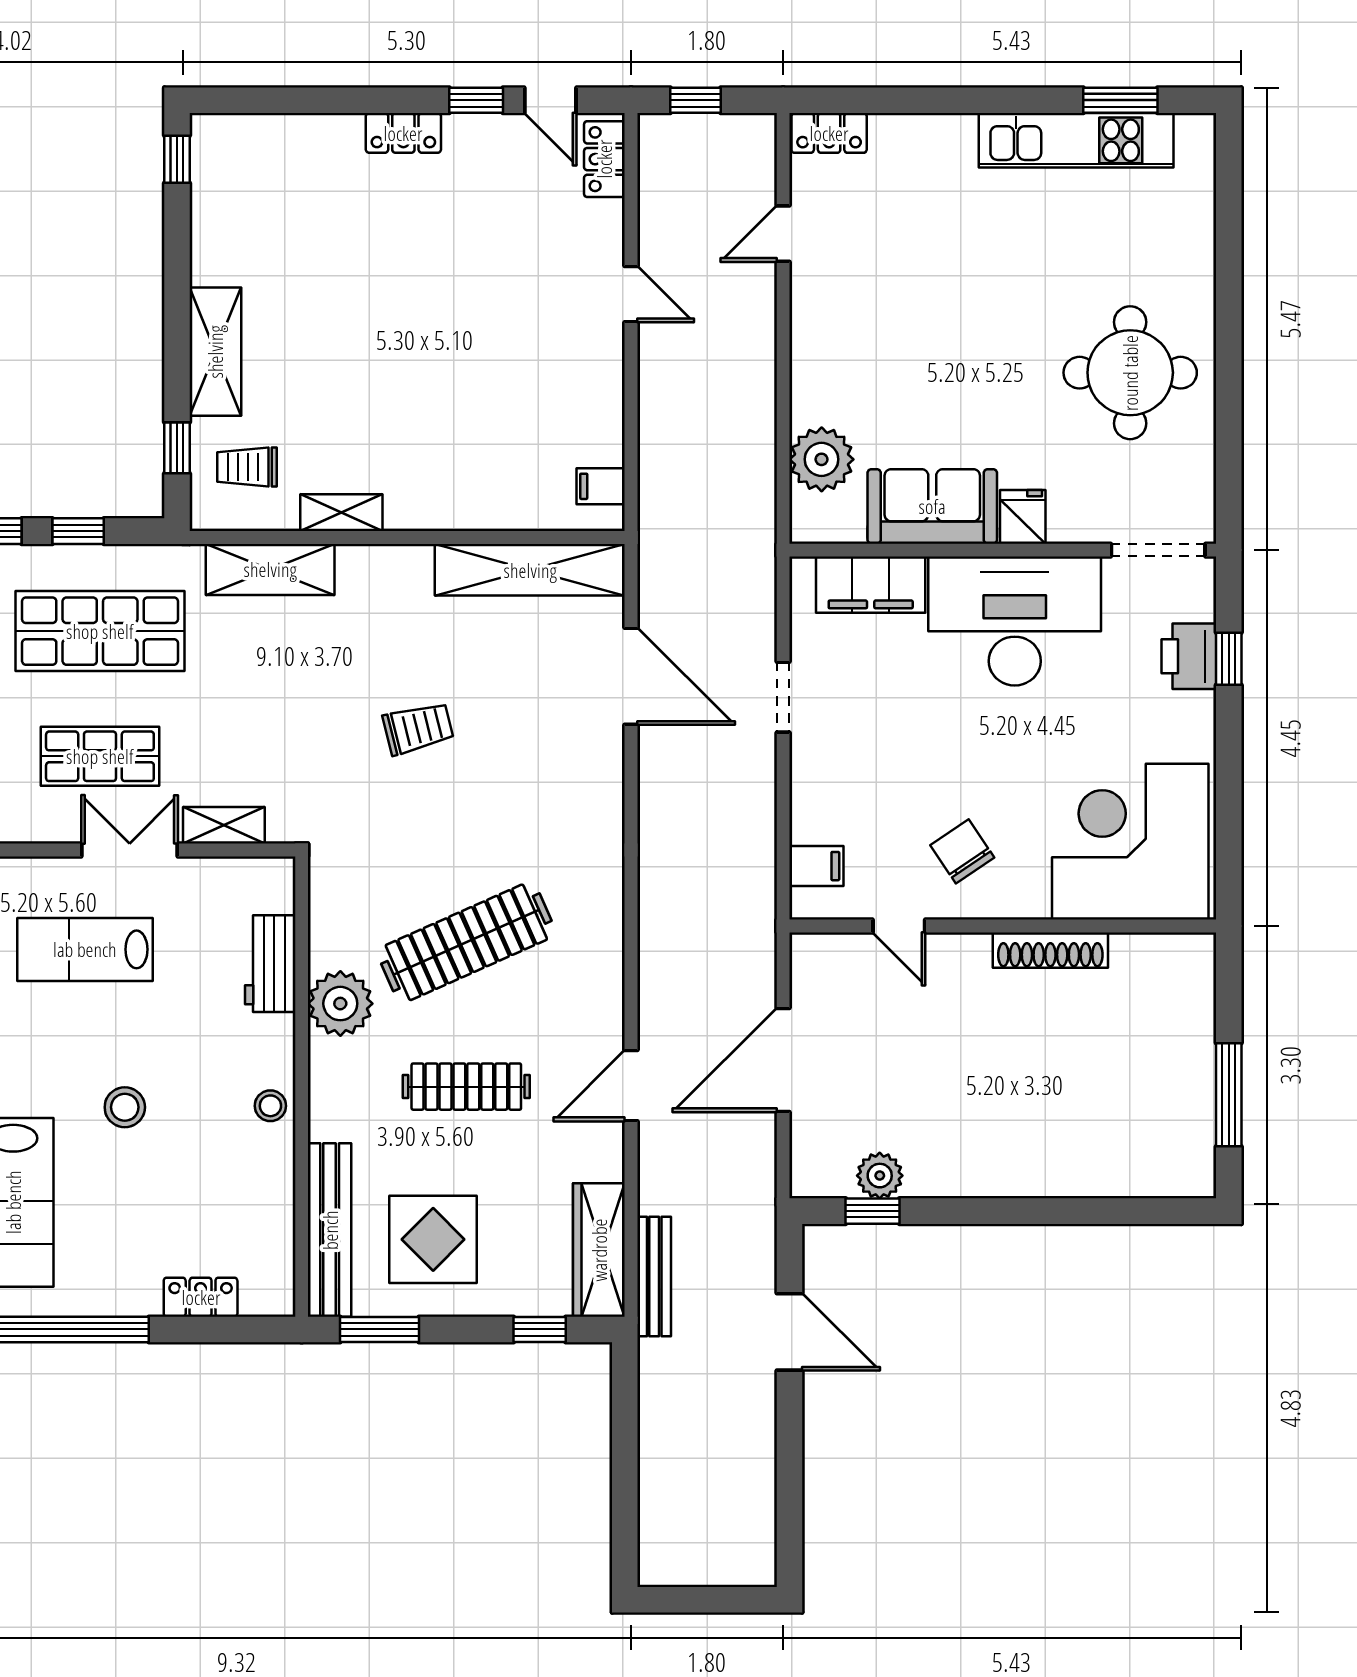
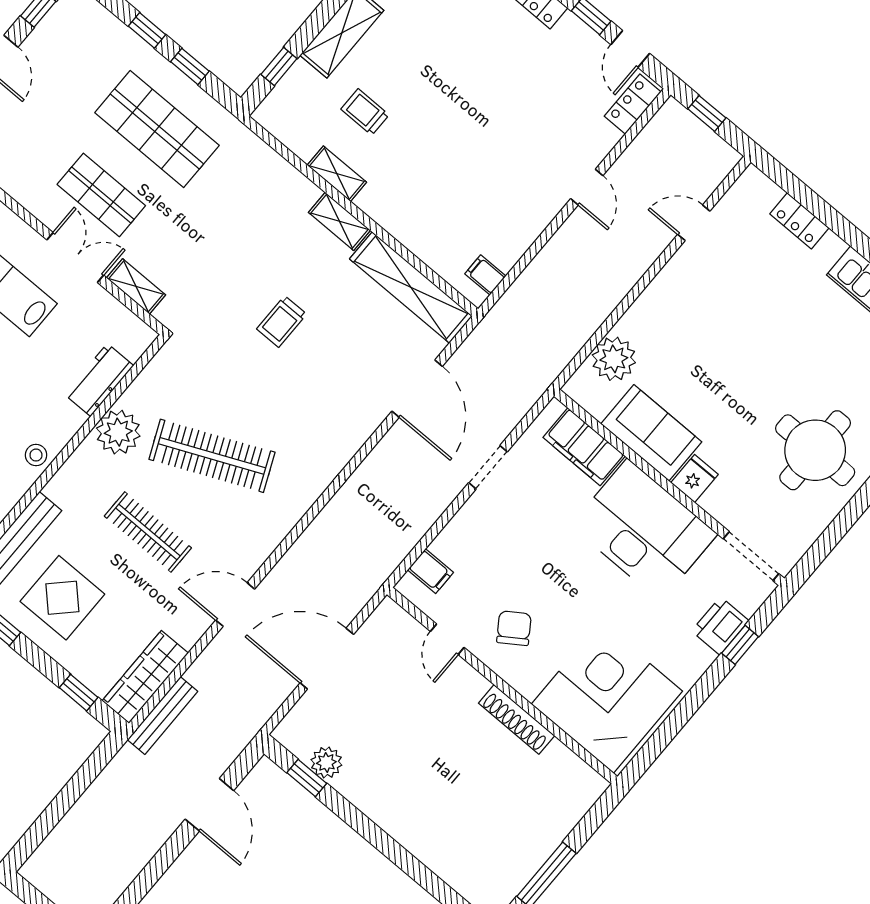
locker: (829, 133) -> (799, 221), moved
trolley: (247, 467) -> (365, 112), moved
shelving: (270, 569) -> (339, 221), moved, width x0.67, depth x0.75
trolley: (418, 728) -> (282, 321), turned 104

